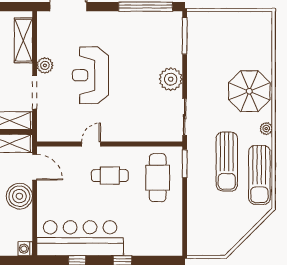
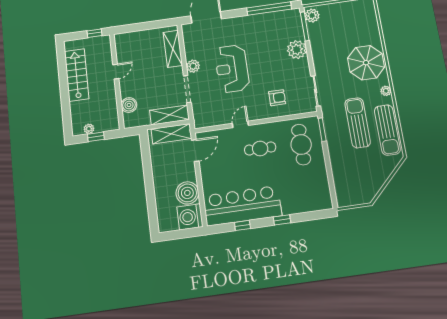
plant: (196, 23) -> (312, 15), added
plant: (171, 79) -> (297, 50), moved
armchair: (139, 118) -> (277, 98), added
sun lounger: (227, 162) -> (358, 123), turned 180
door: (35, 167) -> (195, 151), hinge flipped
boiler: (19, 196) -> (187, 193), moved
washing machine: (25, 249) -> (190, 217), width x1.89, depth x1.89

